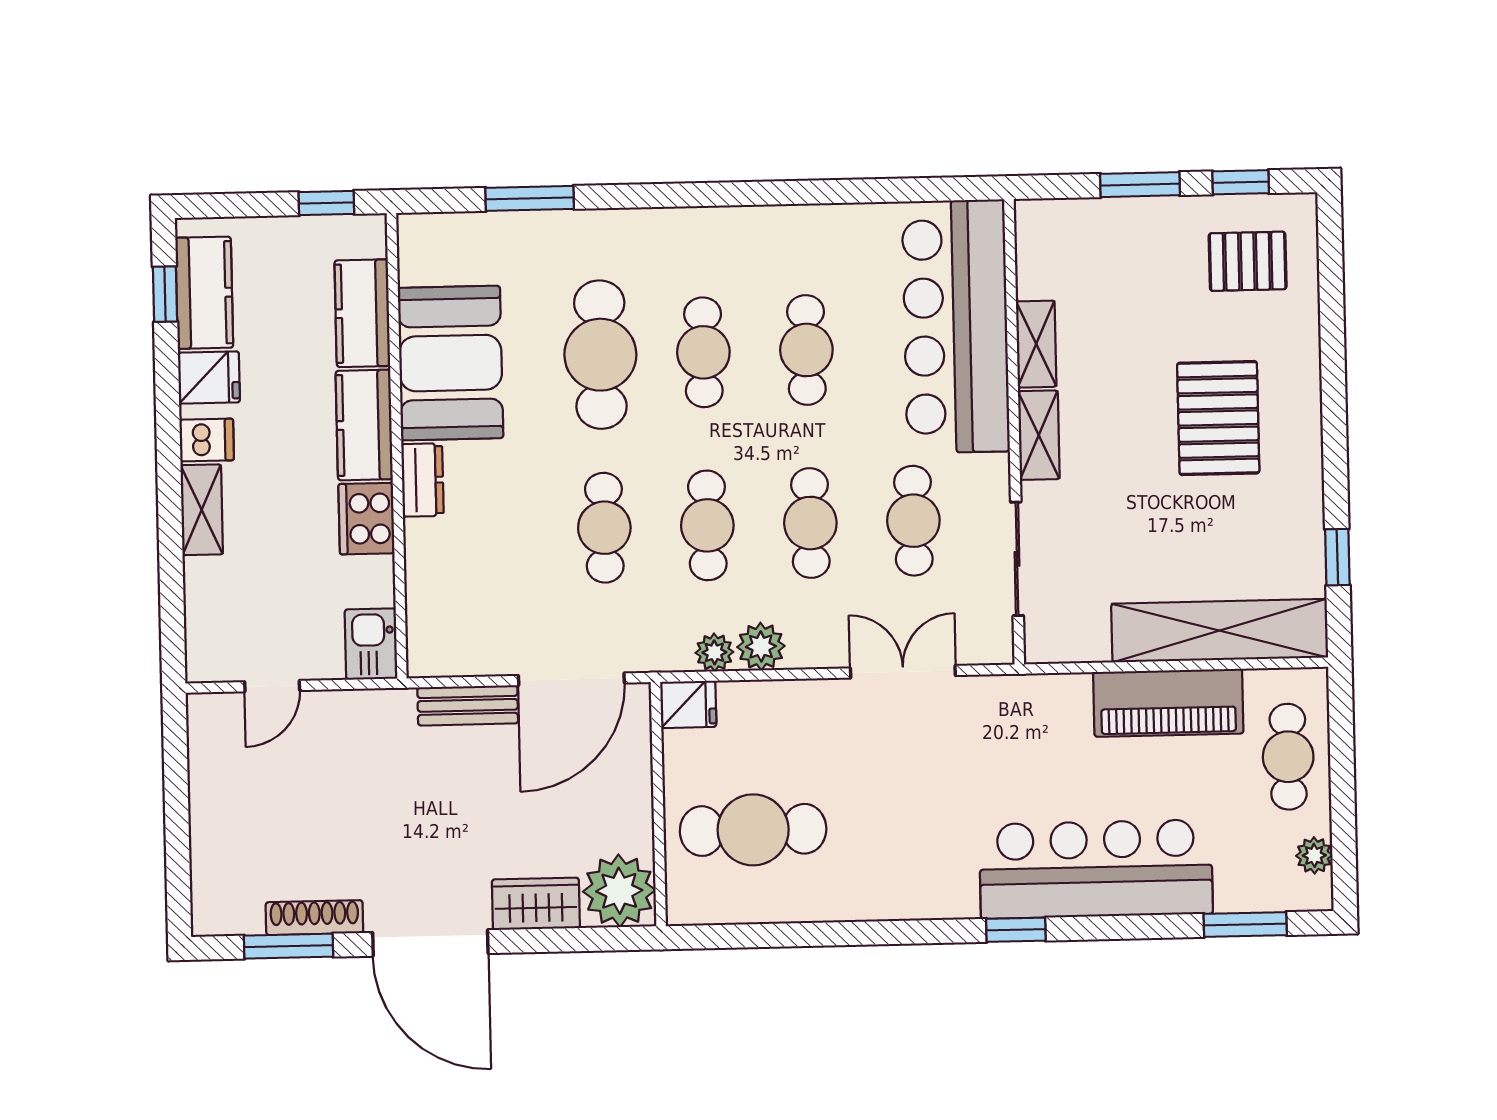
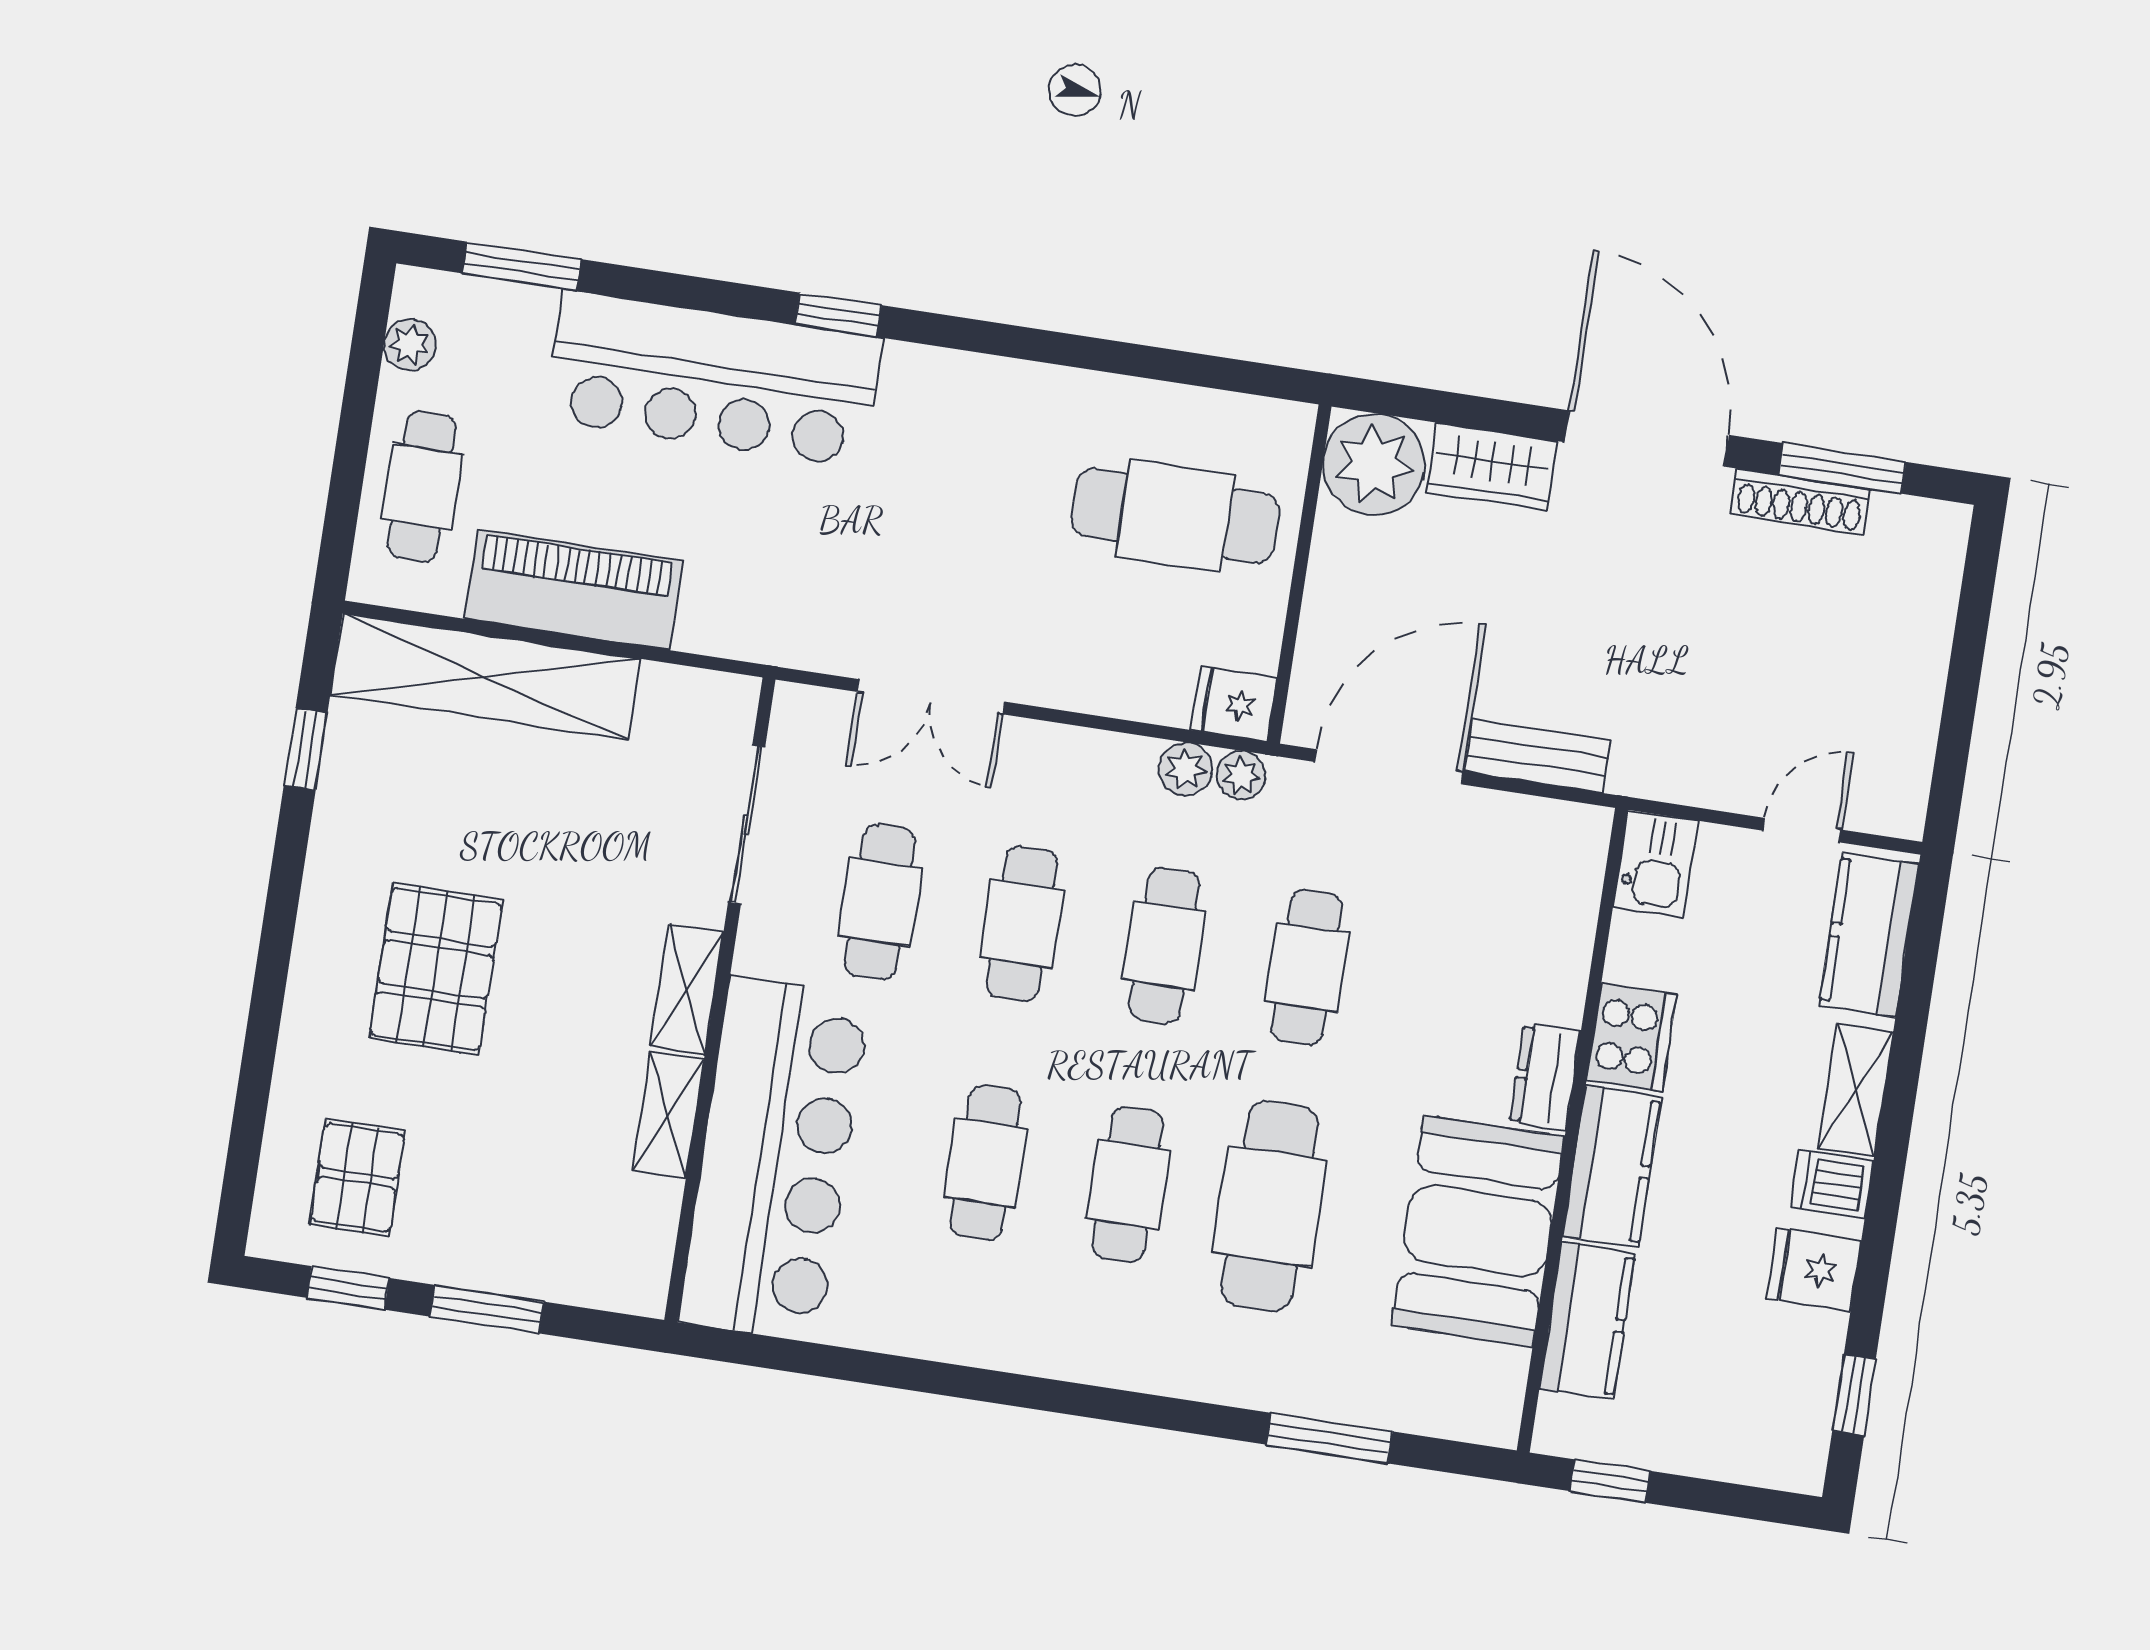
pallet: (1248, 261) -> (357, 1178), turned 90
kitchen counter: (204, 293) -> (1869, 935), moved
plant: (761, 646) -> (1241, 775), moved, width x0.73, depth x0.73

